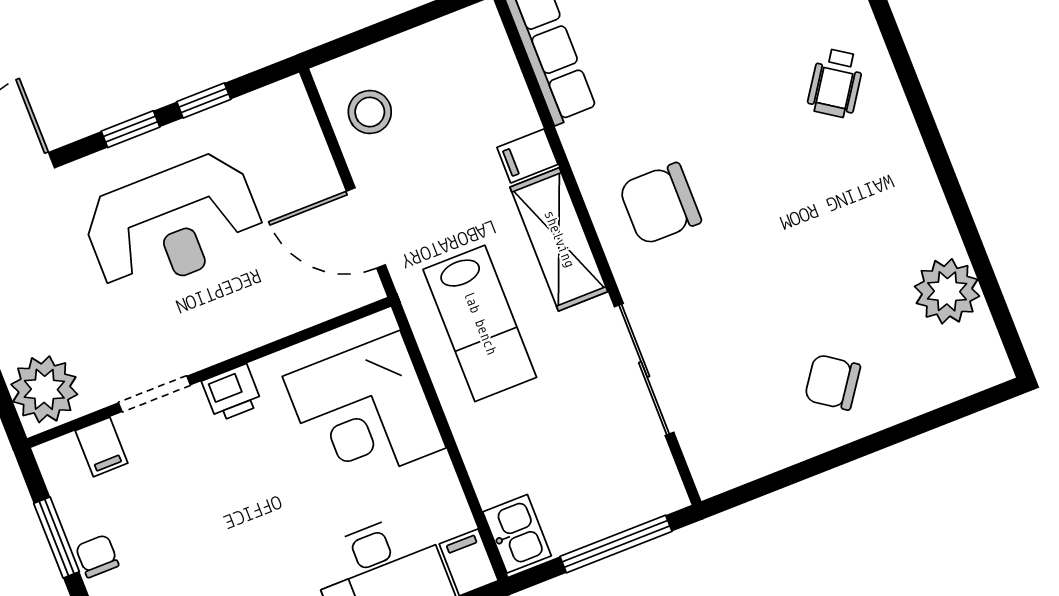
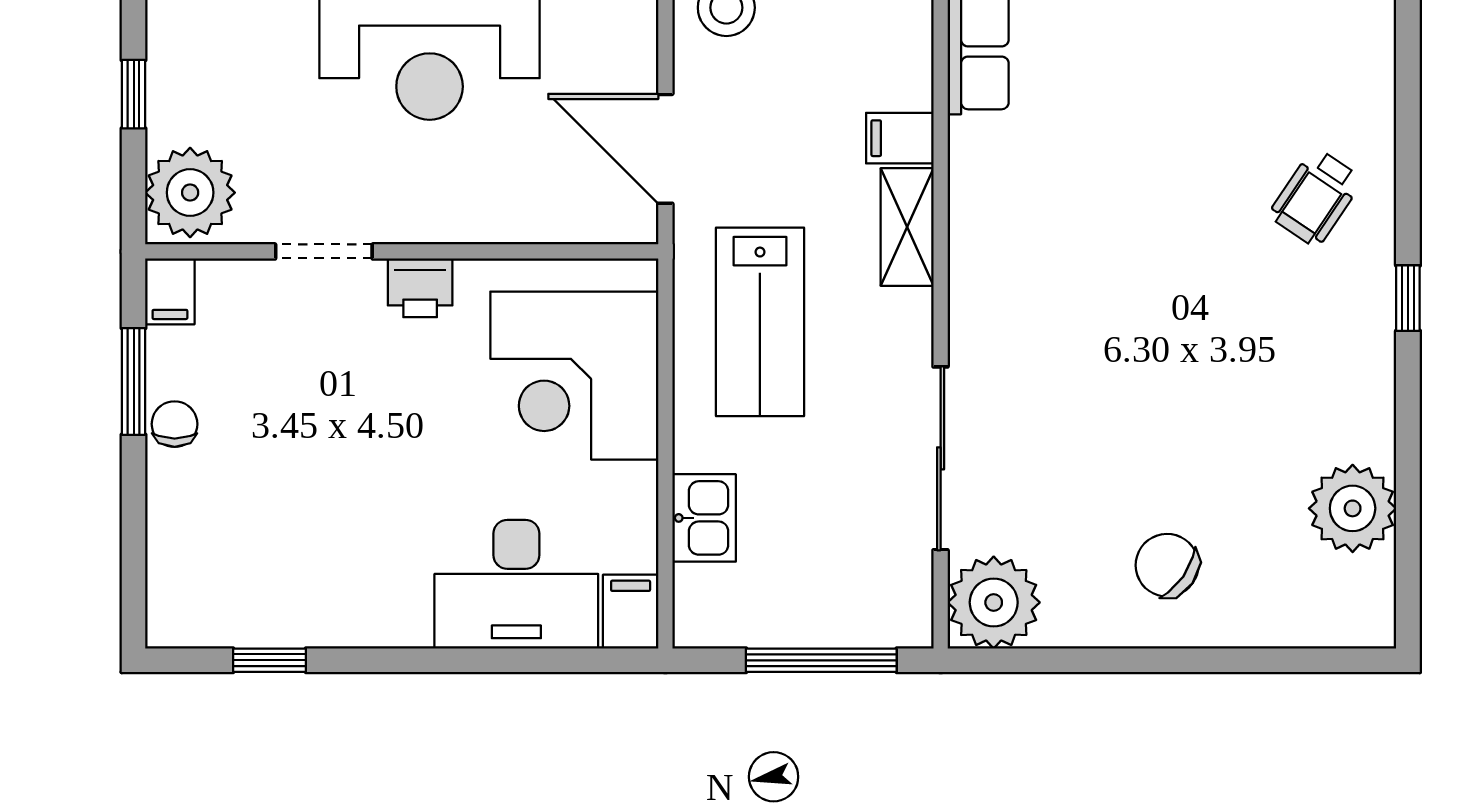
window: (928, 128) -> (1408, 298), added
chair: (660, 204) -> (1040, 261), removed
shelving: (559, 239) -> (907, 227), width x0.67, depth x0.75
filing cabinet: (102, 447) -> (170, 291), moved
plant: (721, 456) -> (994, 602), added
kitchen sink: (517, 534) -> (704, 518), moved

